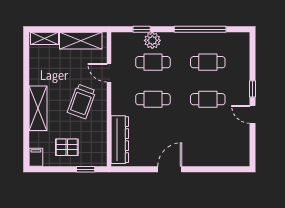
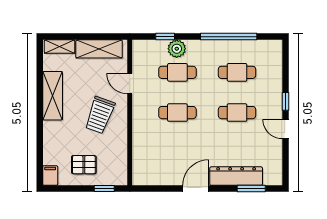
shelving: (38, 108) -> (53, 96), moved
dresser: (120, 140) -> (236, 176), moved, turned -90
window: (221, 169) -> (251, 189), added

